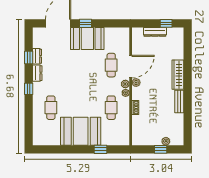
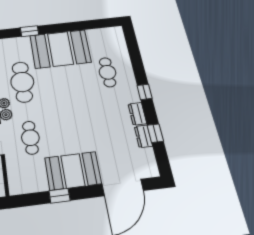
window: (86, 23) -> (60, 196), moved
cafe table: (111, 108) -> (22, 82), width x1.37, depth x1.35

